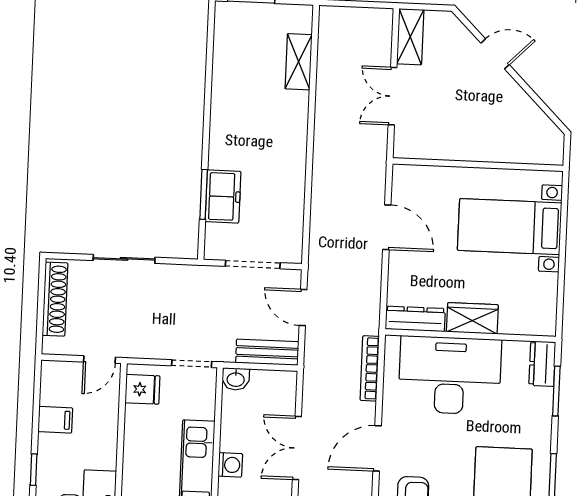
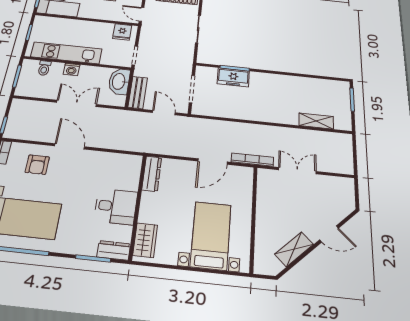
shelving: (410, 37) -> (294, 249), moved, turned -45
door: (495, 54) -> (329, 234), hinge flipped
door: (303, 308) -> (164, 113), hinge flipped
wardrobe: (472, 318) -> (145, 240), moved
bookcase: (370, 368) -> (252, 160), moved
desk: (450, 375) -> (116, 206), width x0.53, depth x0.77
washbasin: (236, 379) -> (119, 81), width x1.91, depth x1.45

